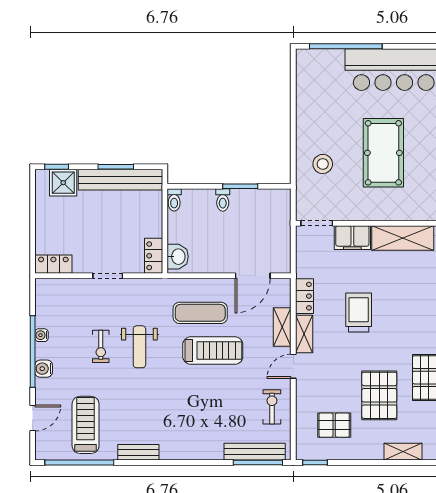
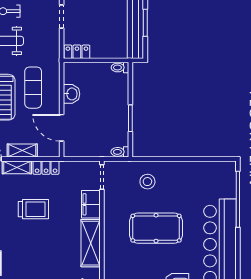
toilet: (223, 200) -> (120, 152), moved
washbasin: (178, 257) -> (71, 94), moved, turned -90

